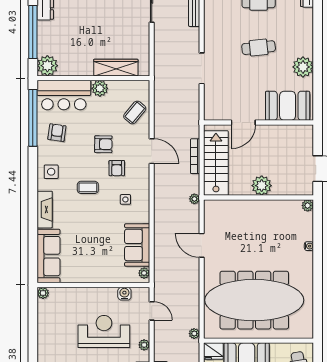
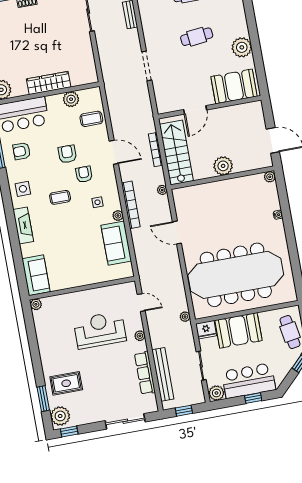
wardrobe: (116, 68) -> (49, 83), moved
plant: (100, 88) -> (71, 99), moved
coffee table: (135, 112) -> (91, 119), turned 50
armchair: (57, 133) -> (22, 151), turned -98
armchair: (103, 144) -> (67, 154), turned -91
armchair: (117, 168) -> (84, 174), turned 180
bookcase: (159, 208) -> (131, 205), added
sofa: (48, 256) -> (36, 275), width x0.73
plant: (144, 273) -> (118, 215), moved
water cooler: (124, 294) -> (113, 291), removed

